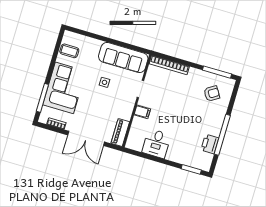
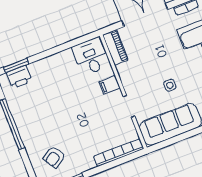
desk: (156, 143) -> (91, 57), moved
printer: (210, 144) -> (19, 77), moved, turned 90

